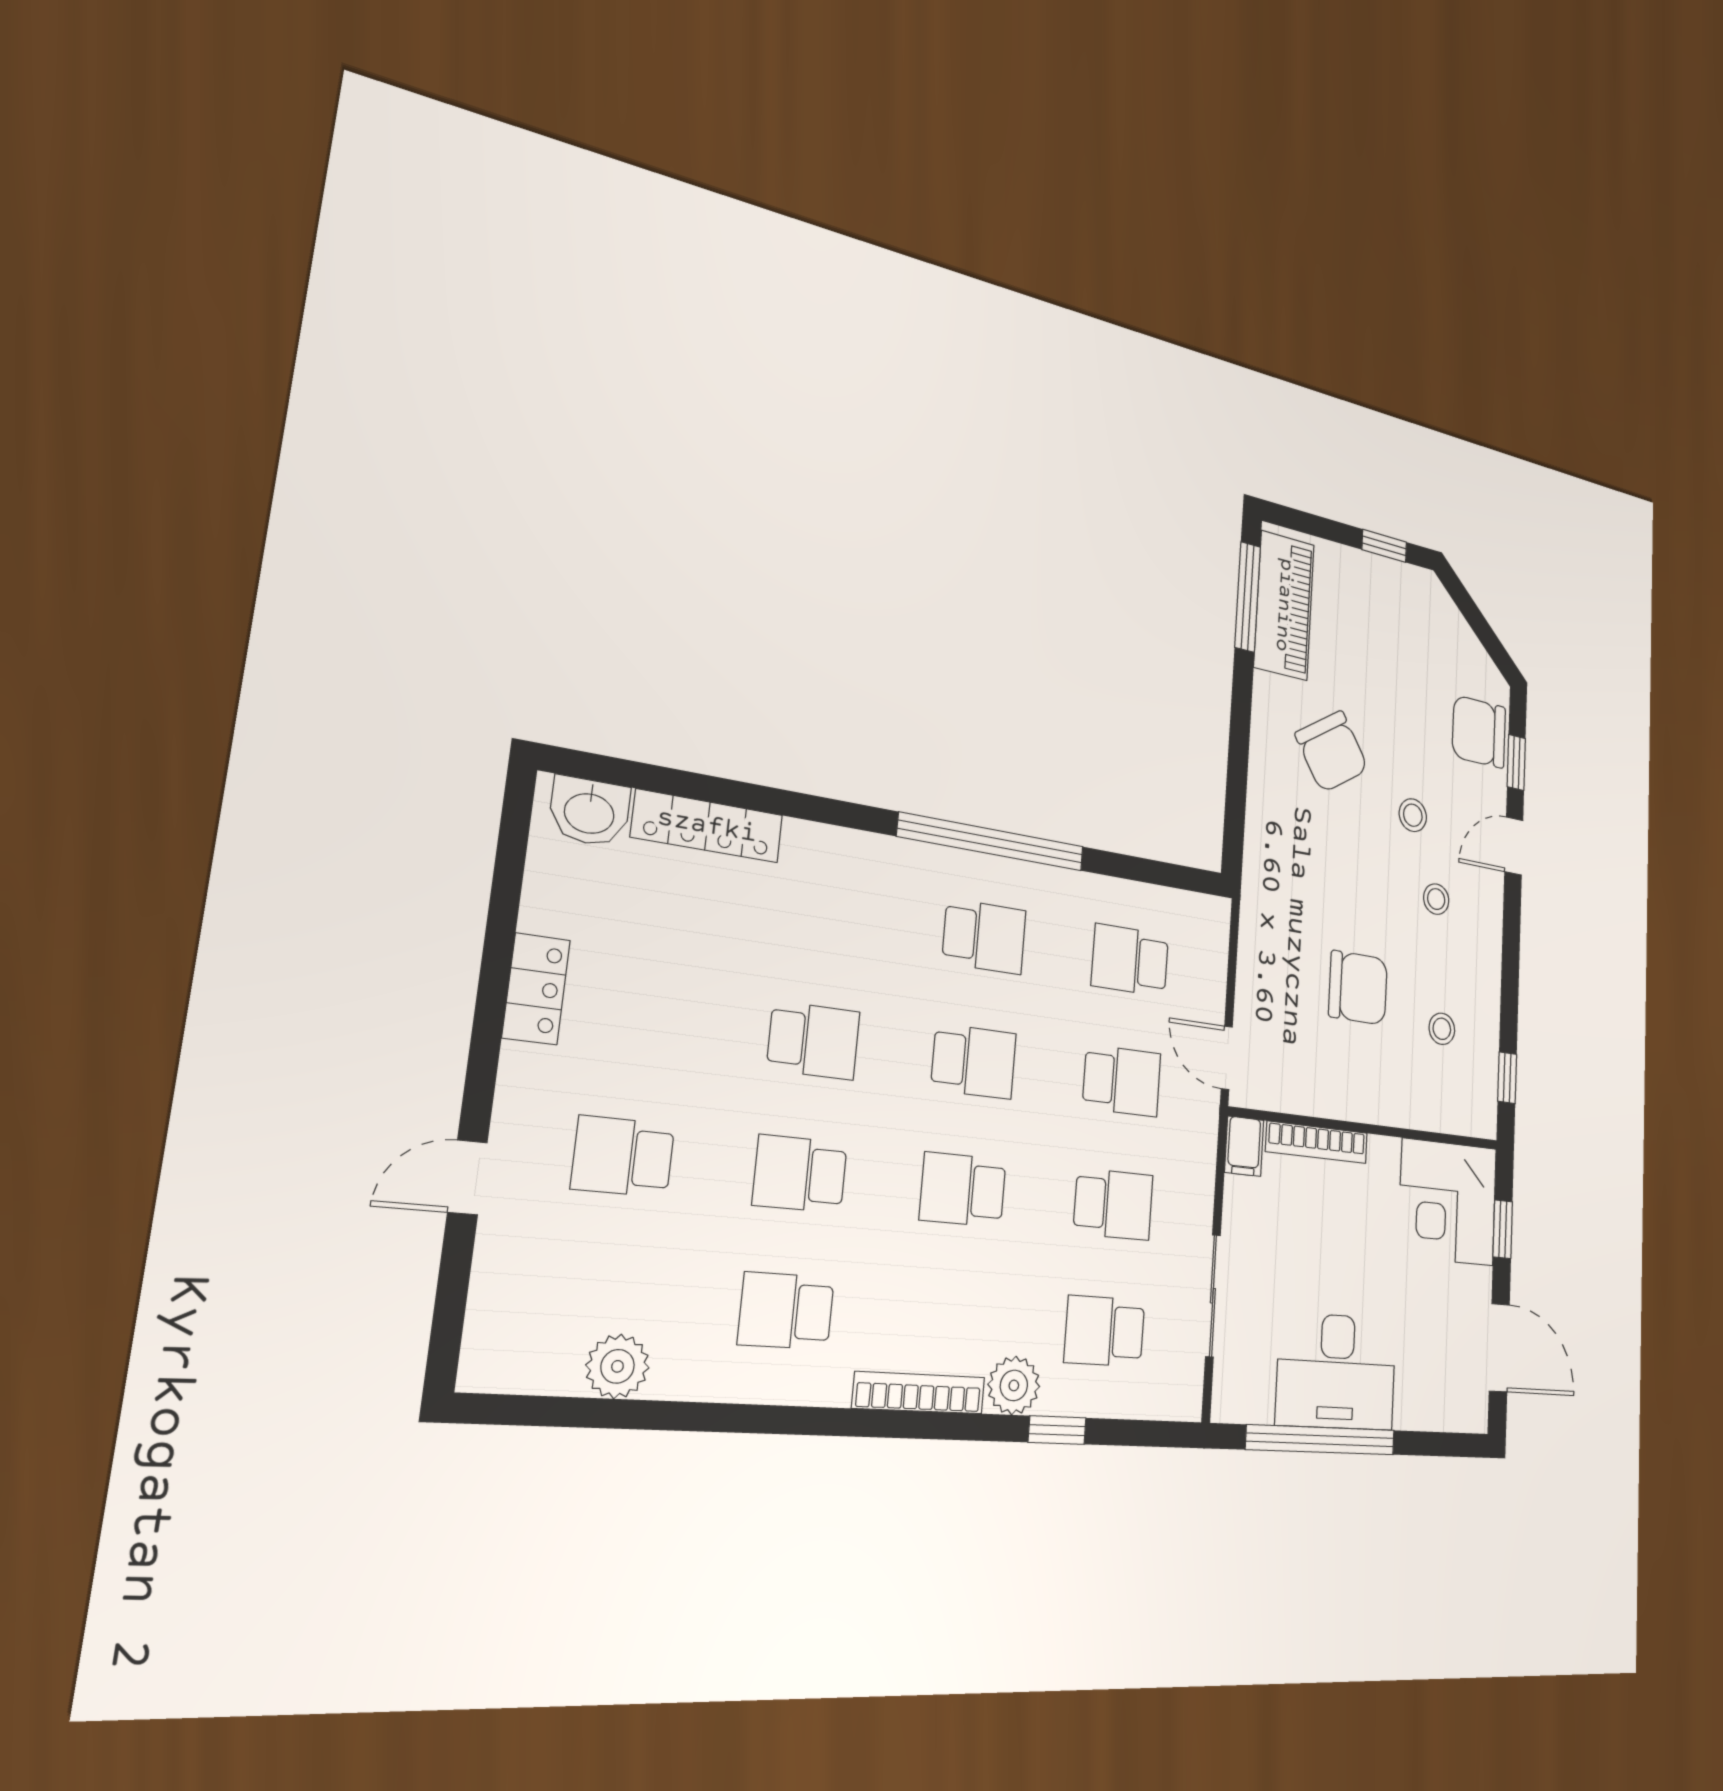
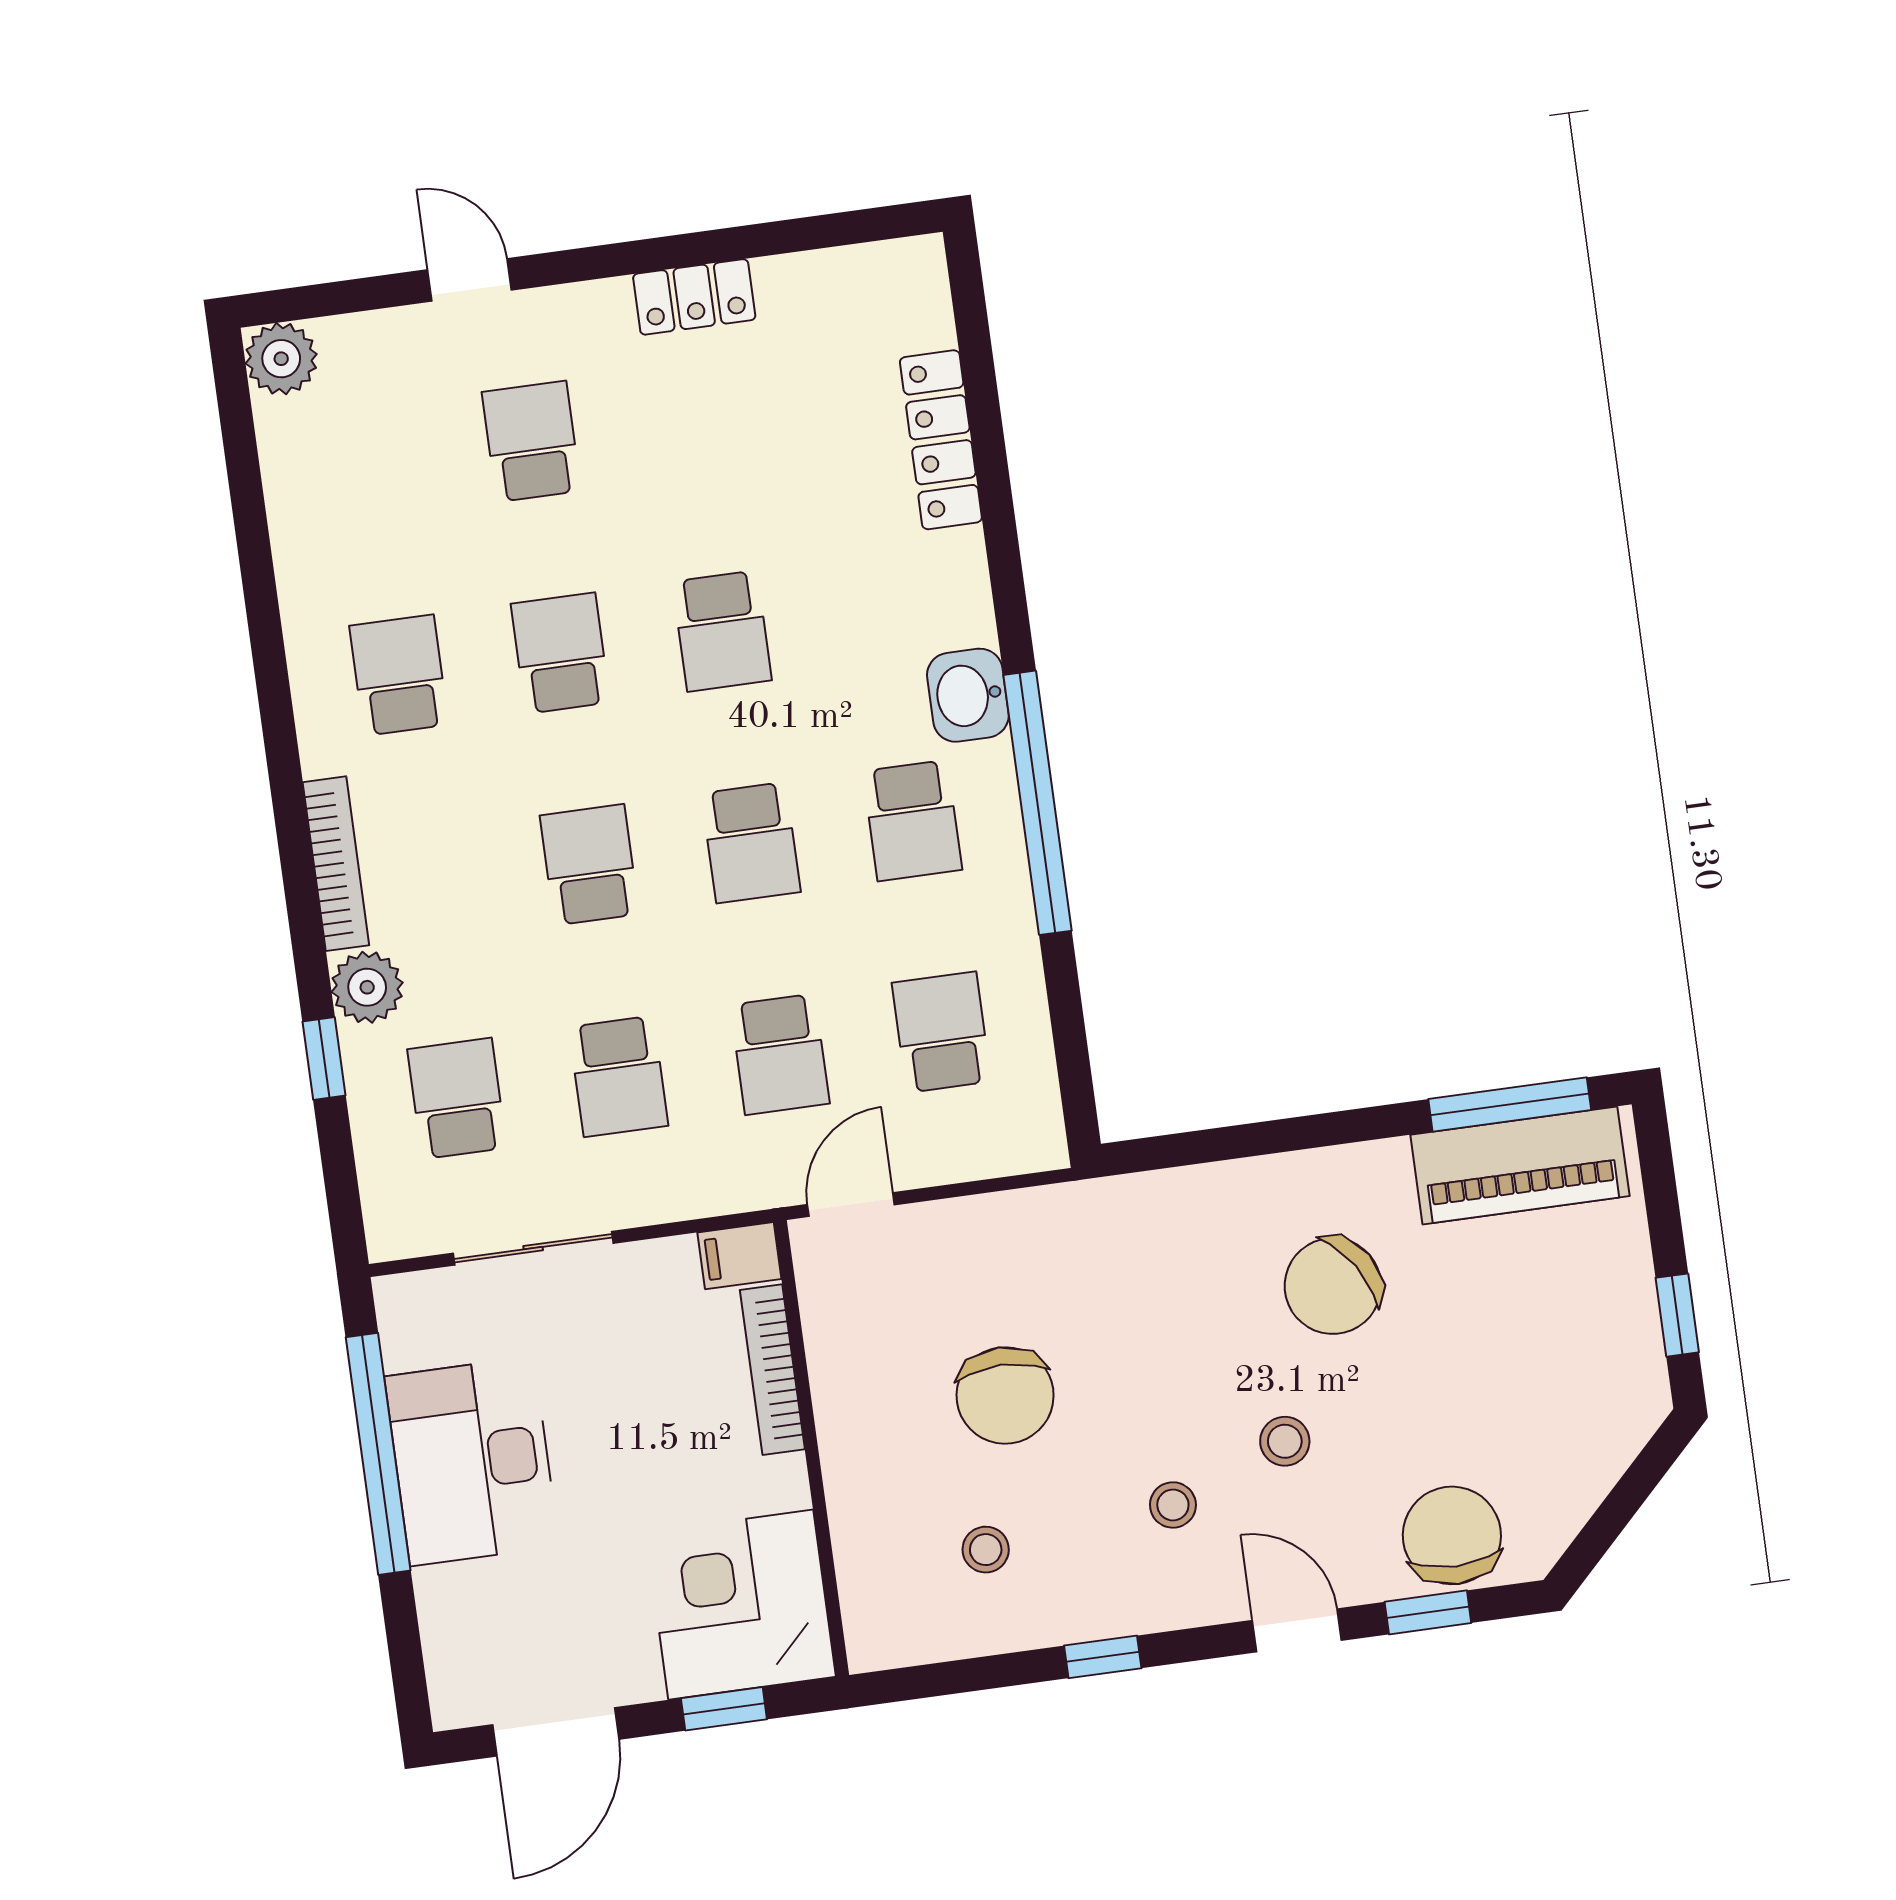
washbasin: (589, 812) -> (968, 695), moved
window: (1507, 1078) -> (1103, 1657), moved
plant: (617, 1366) -> (281, 359), moved

